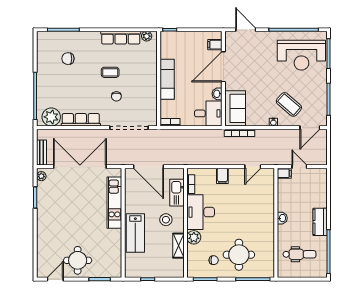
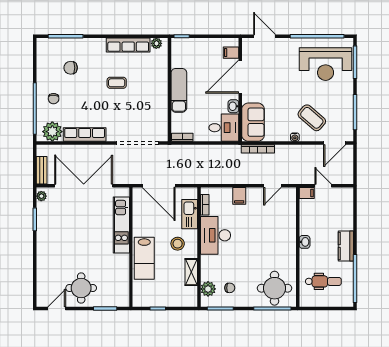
chair: (116, 96) -> (54, 99), moved
plant: (194, 237) -> (208, 289), moved
round table: (239, 255) -> (274, 288), moved

